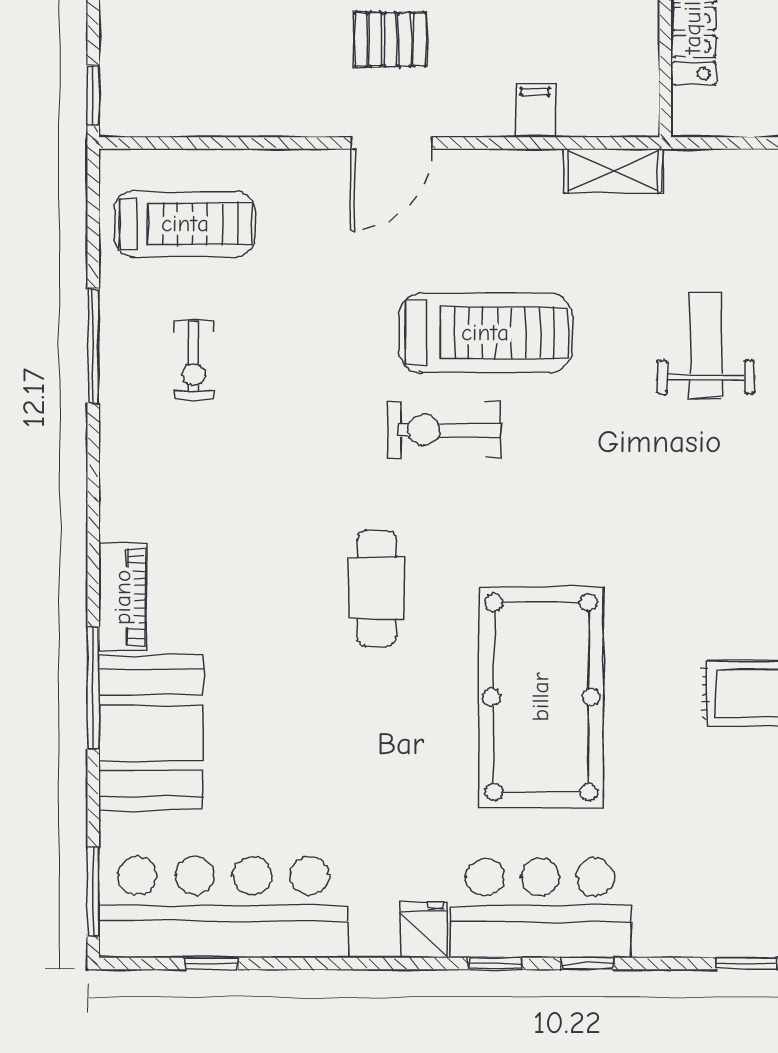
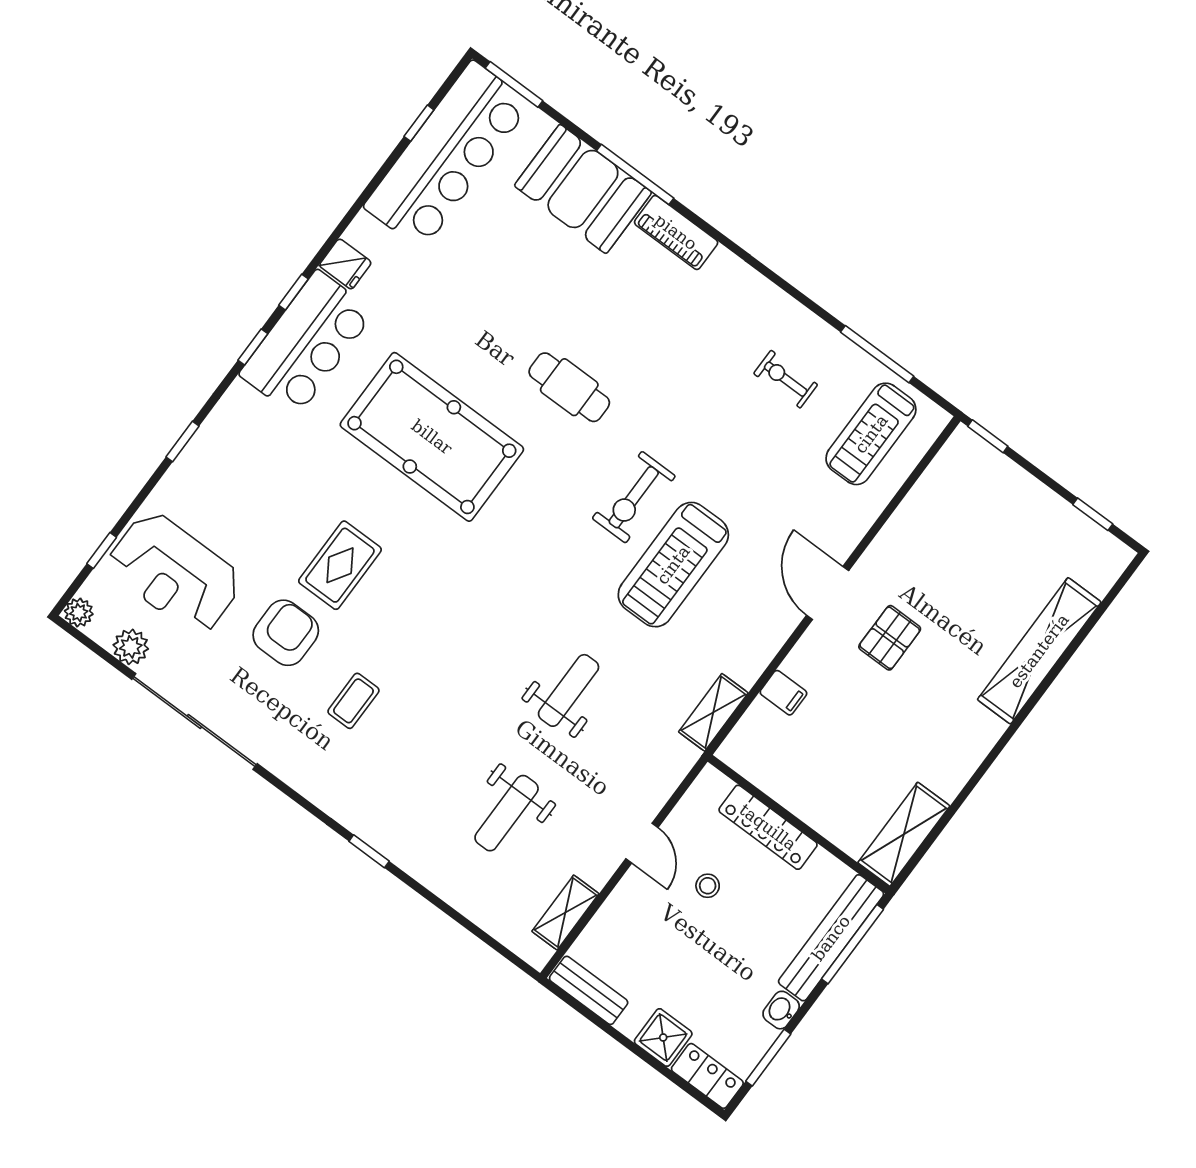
weight bench: (706, 345) -> (569, 690), turned -90
window: (93, 346) -> (877, 354), moved
exercise bike: (444, 430) -> (634, 497), turned 180

